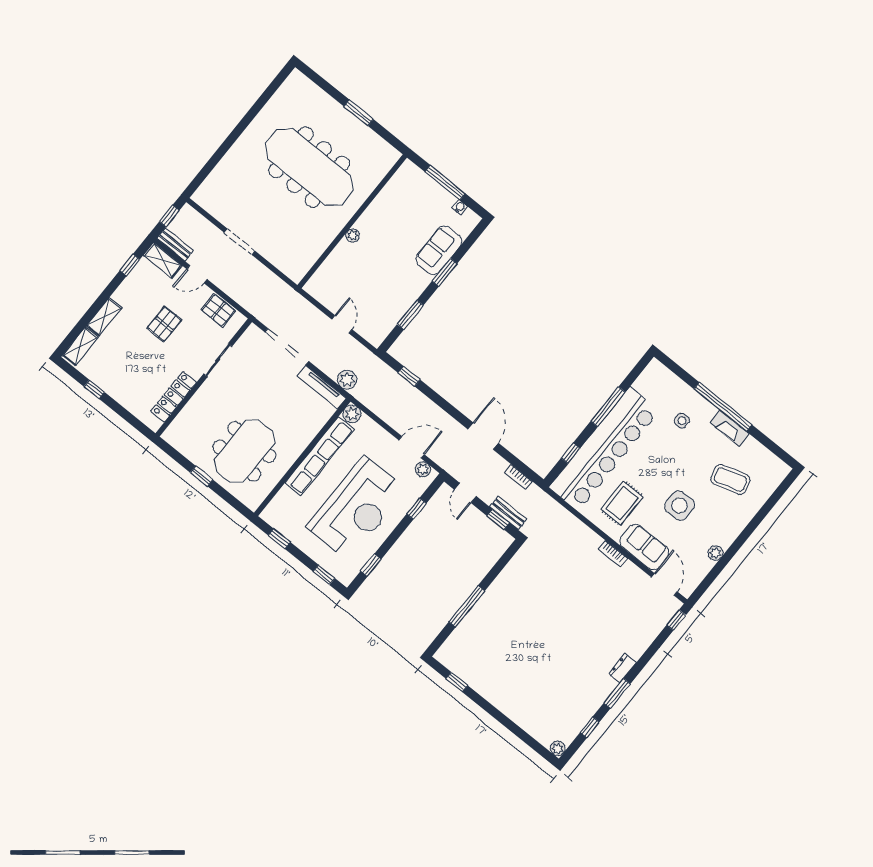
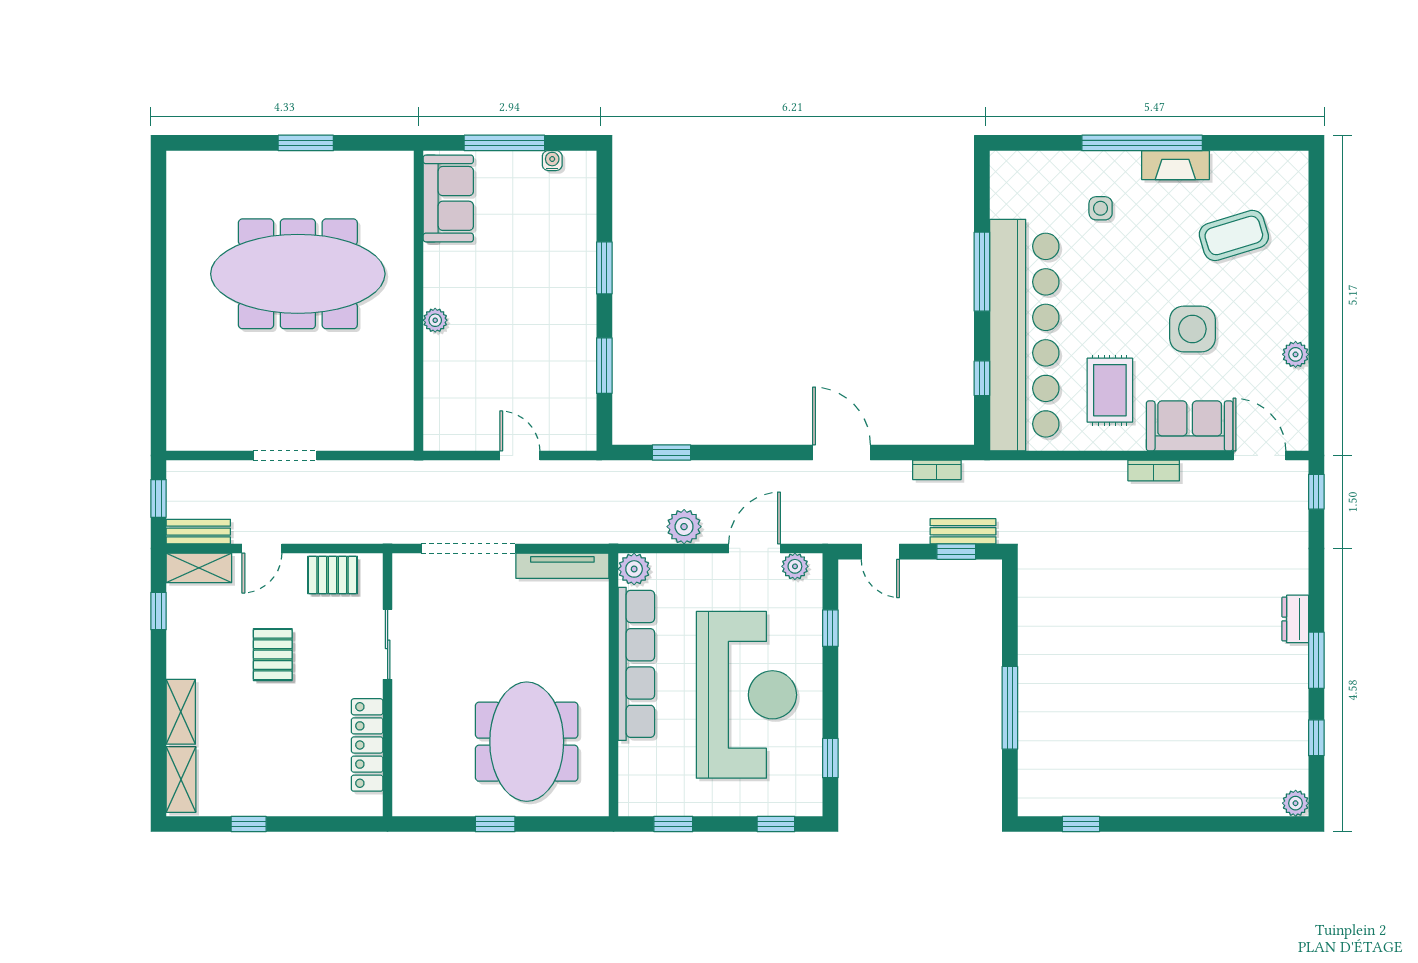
sofa: (439, 250) -> (448, 198), moved, turned 180
plant: (347, 380) -> (684, 527), moved

